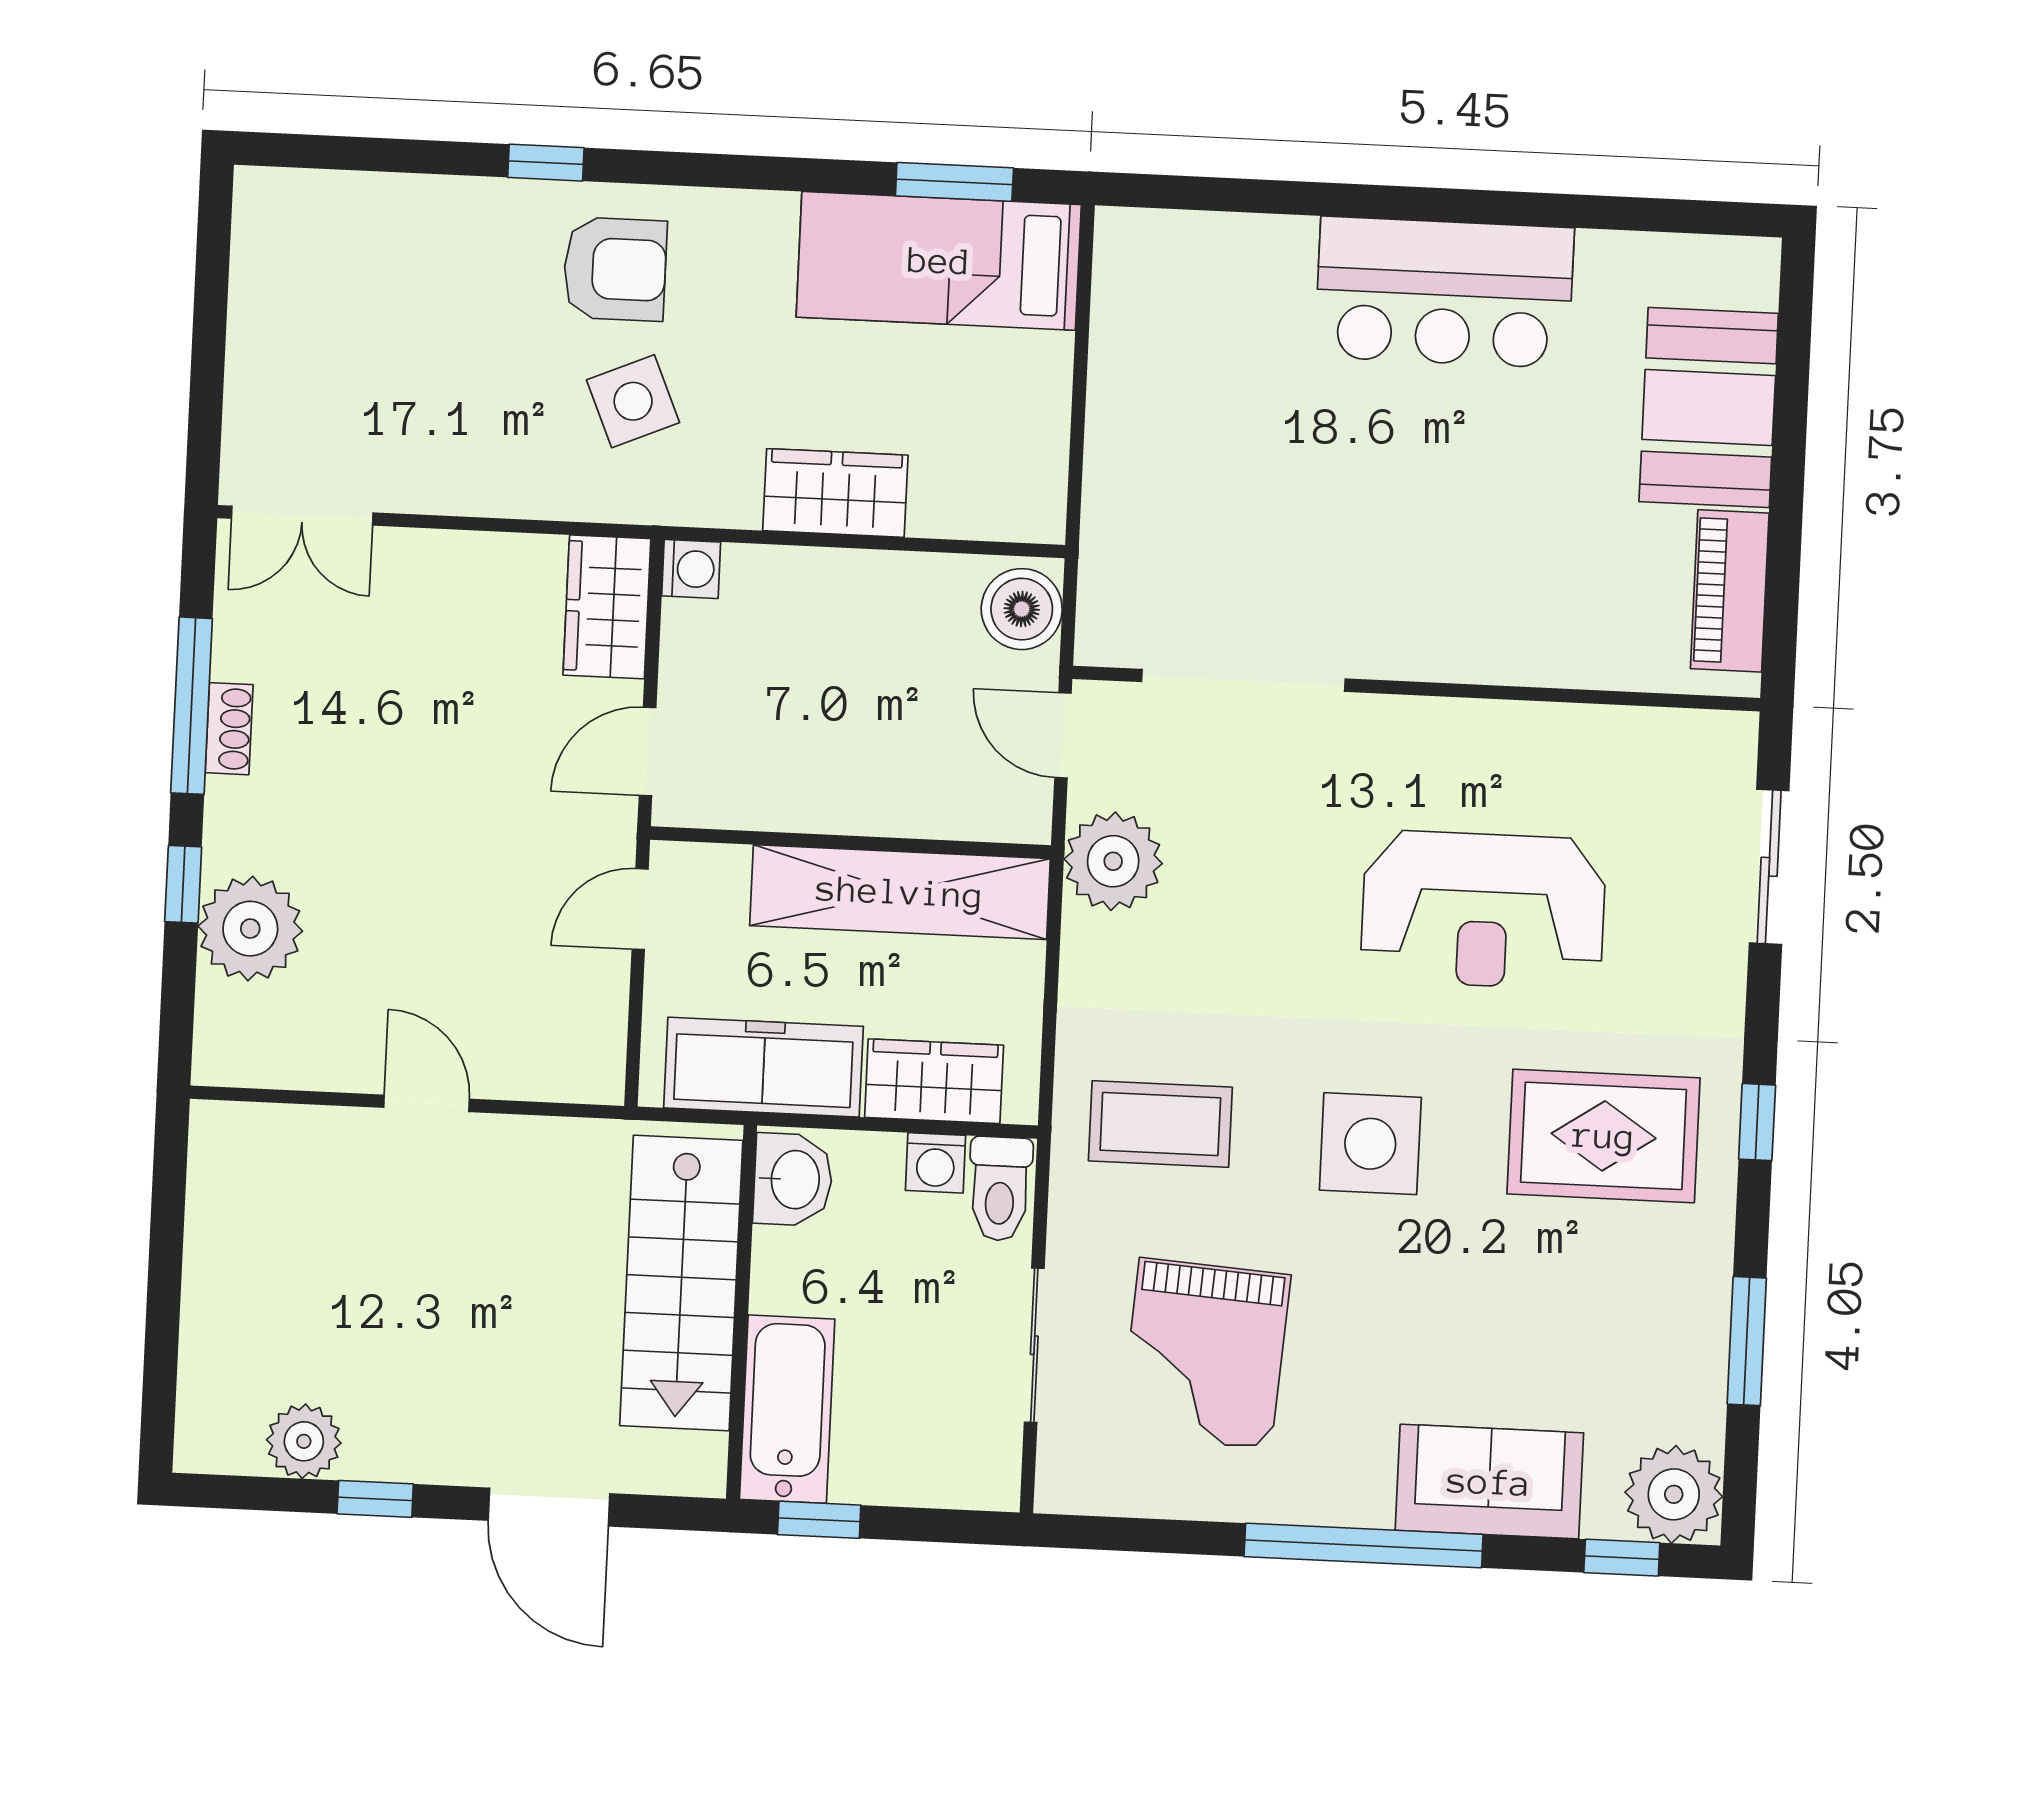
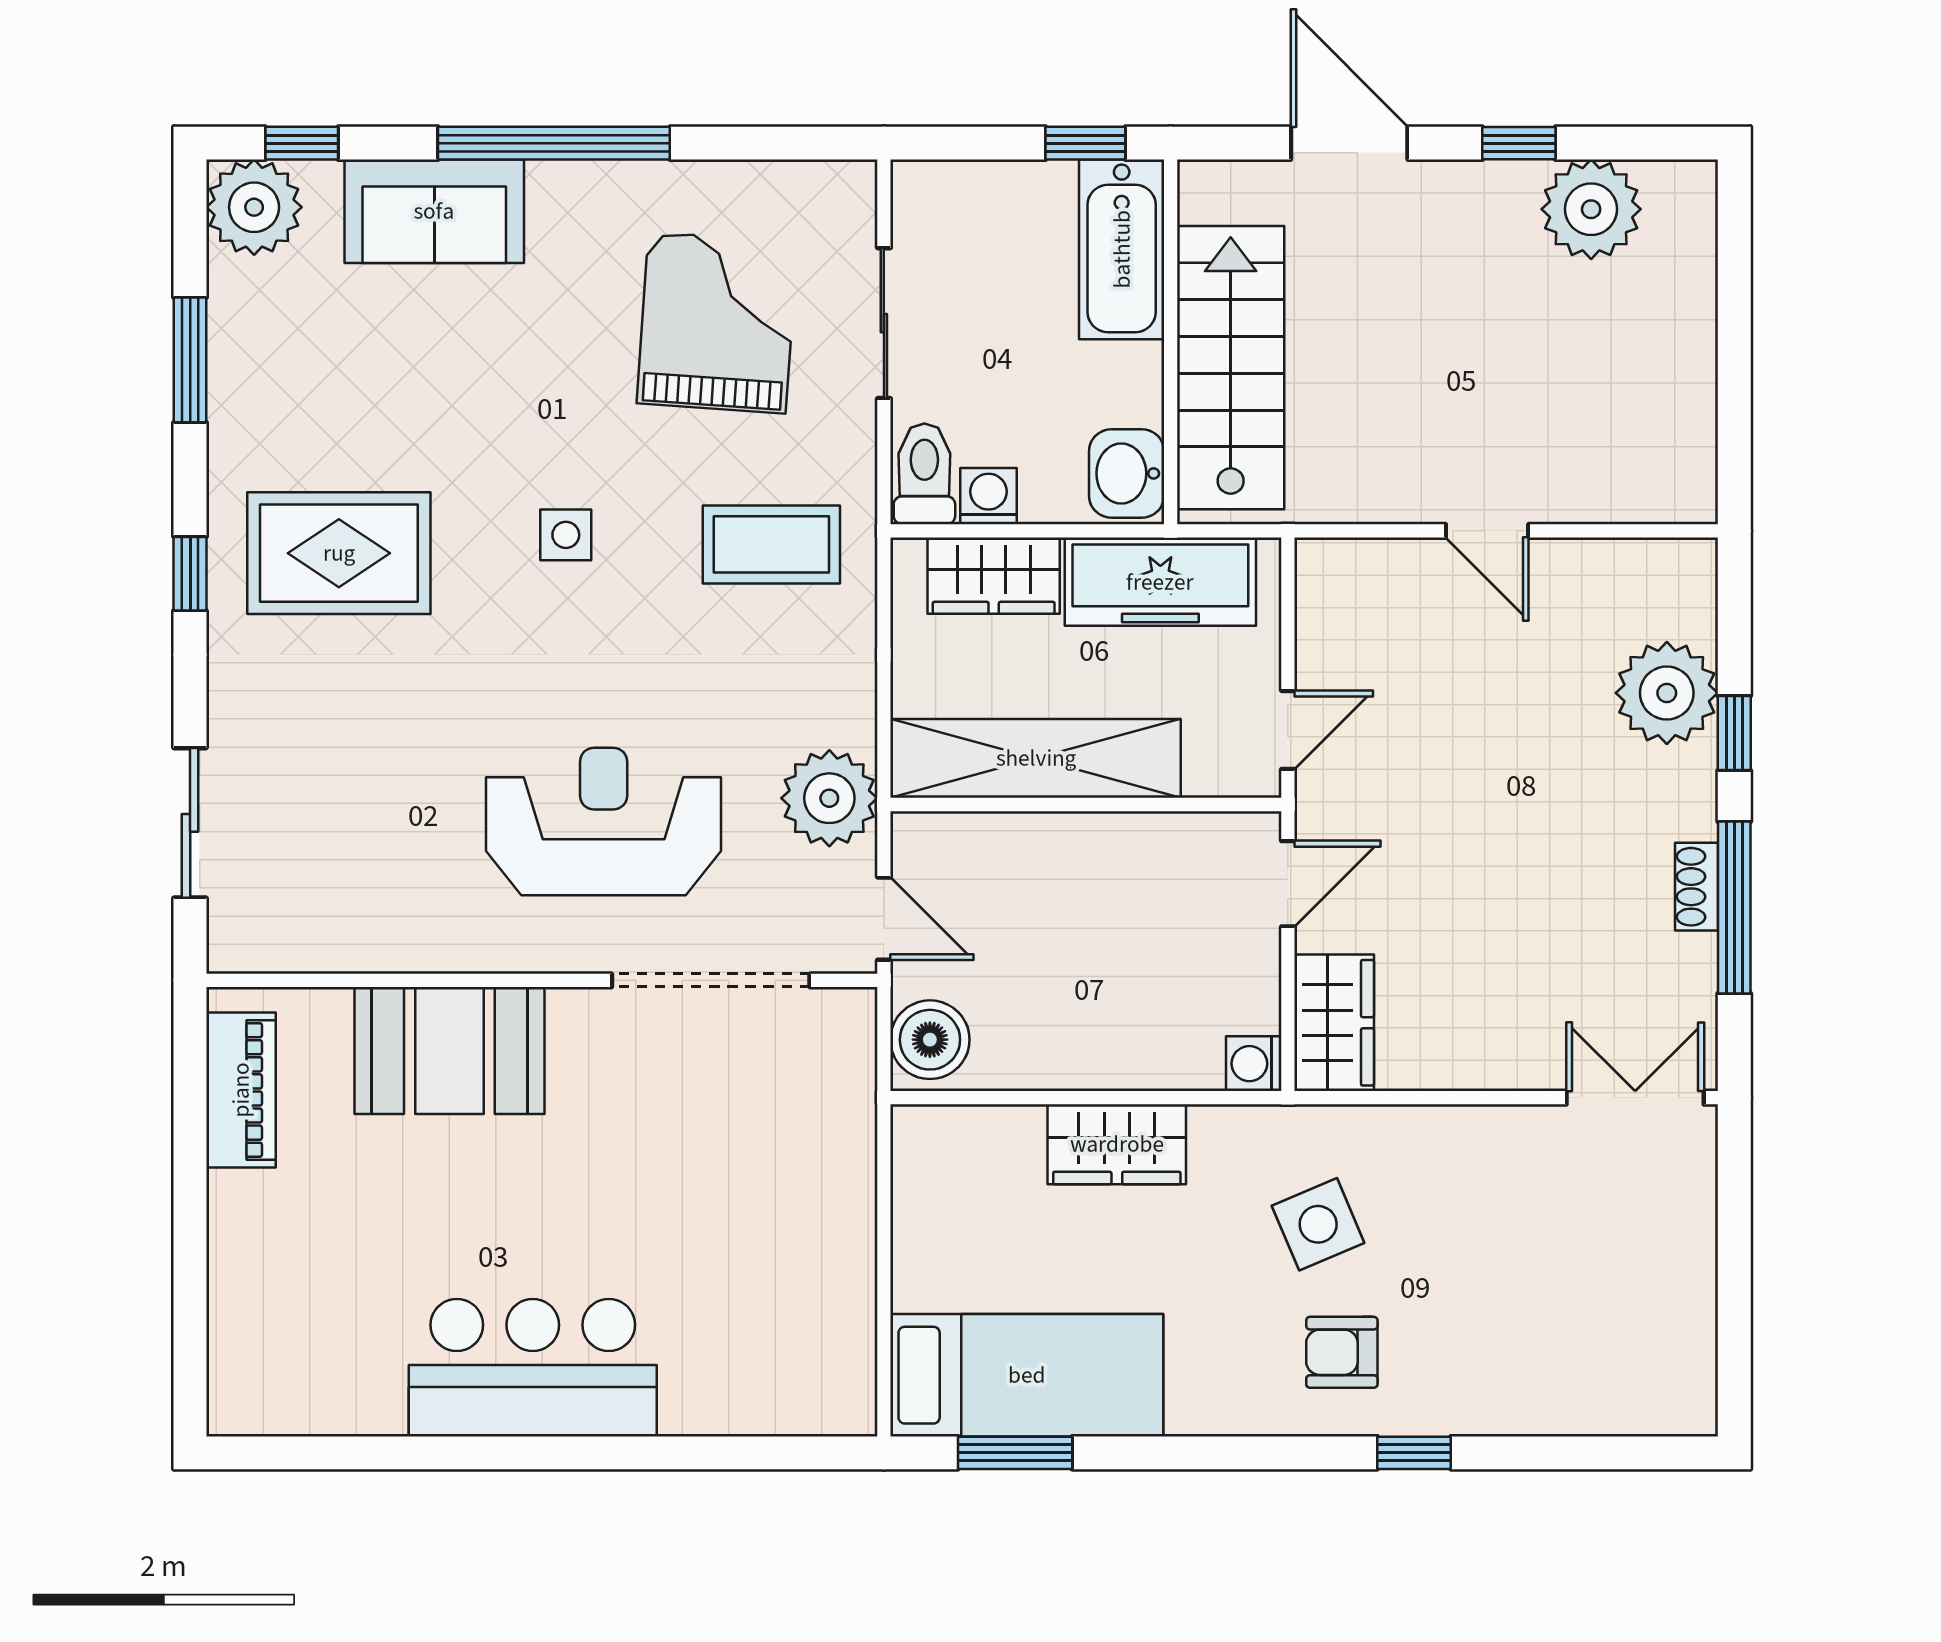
armchair: (615, 269) -> (1342, 1352), width x0.72, depth x0.72
booth: (1709, 407) -> (449, 1051), moved, turned 90
reception desk: (1483, 910) -> (604, 821), moved
side table: (1370, 1144) -> (566, 535), width x0.54, depth x0.54
plant: (304, 1441) -> (1591, 209), width x1.36, depth x1.36

